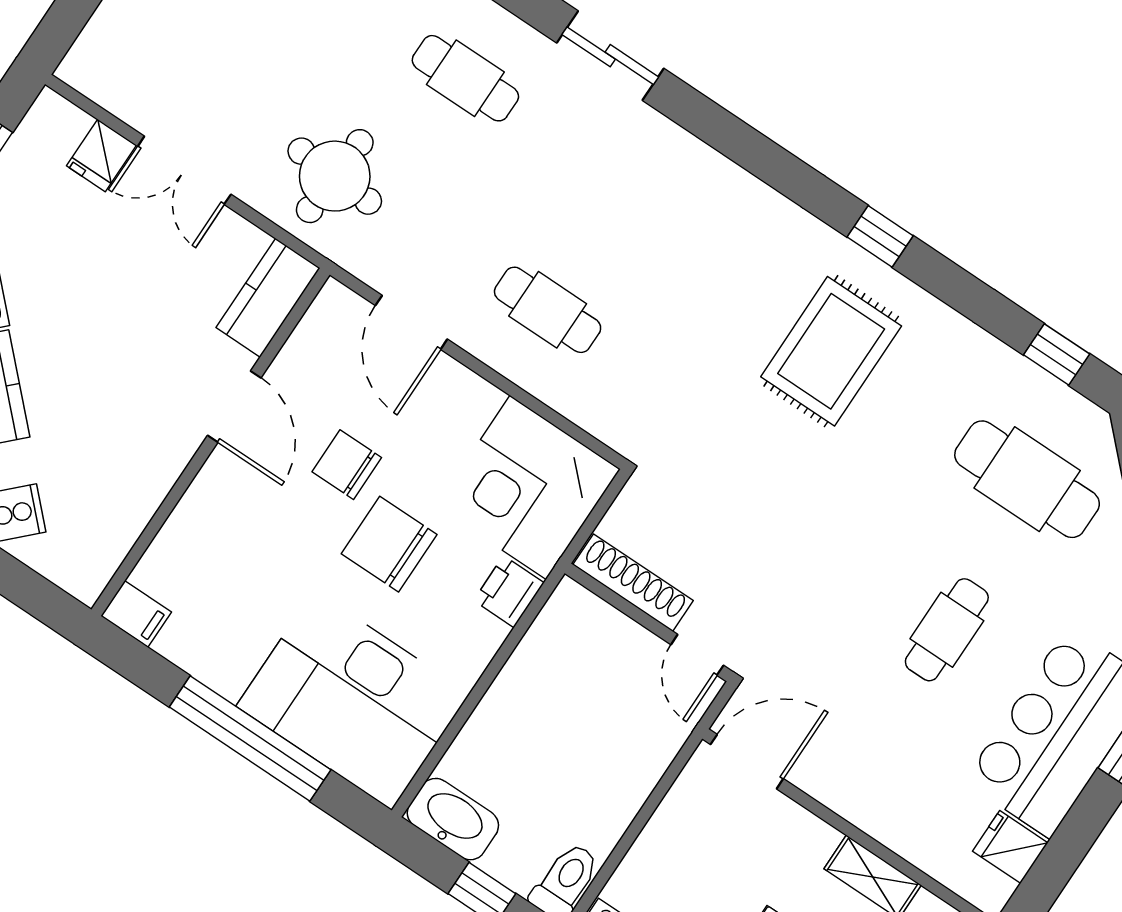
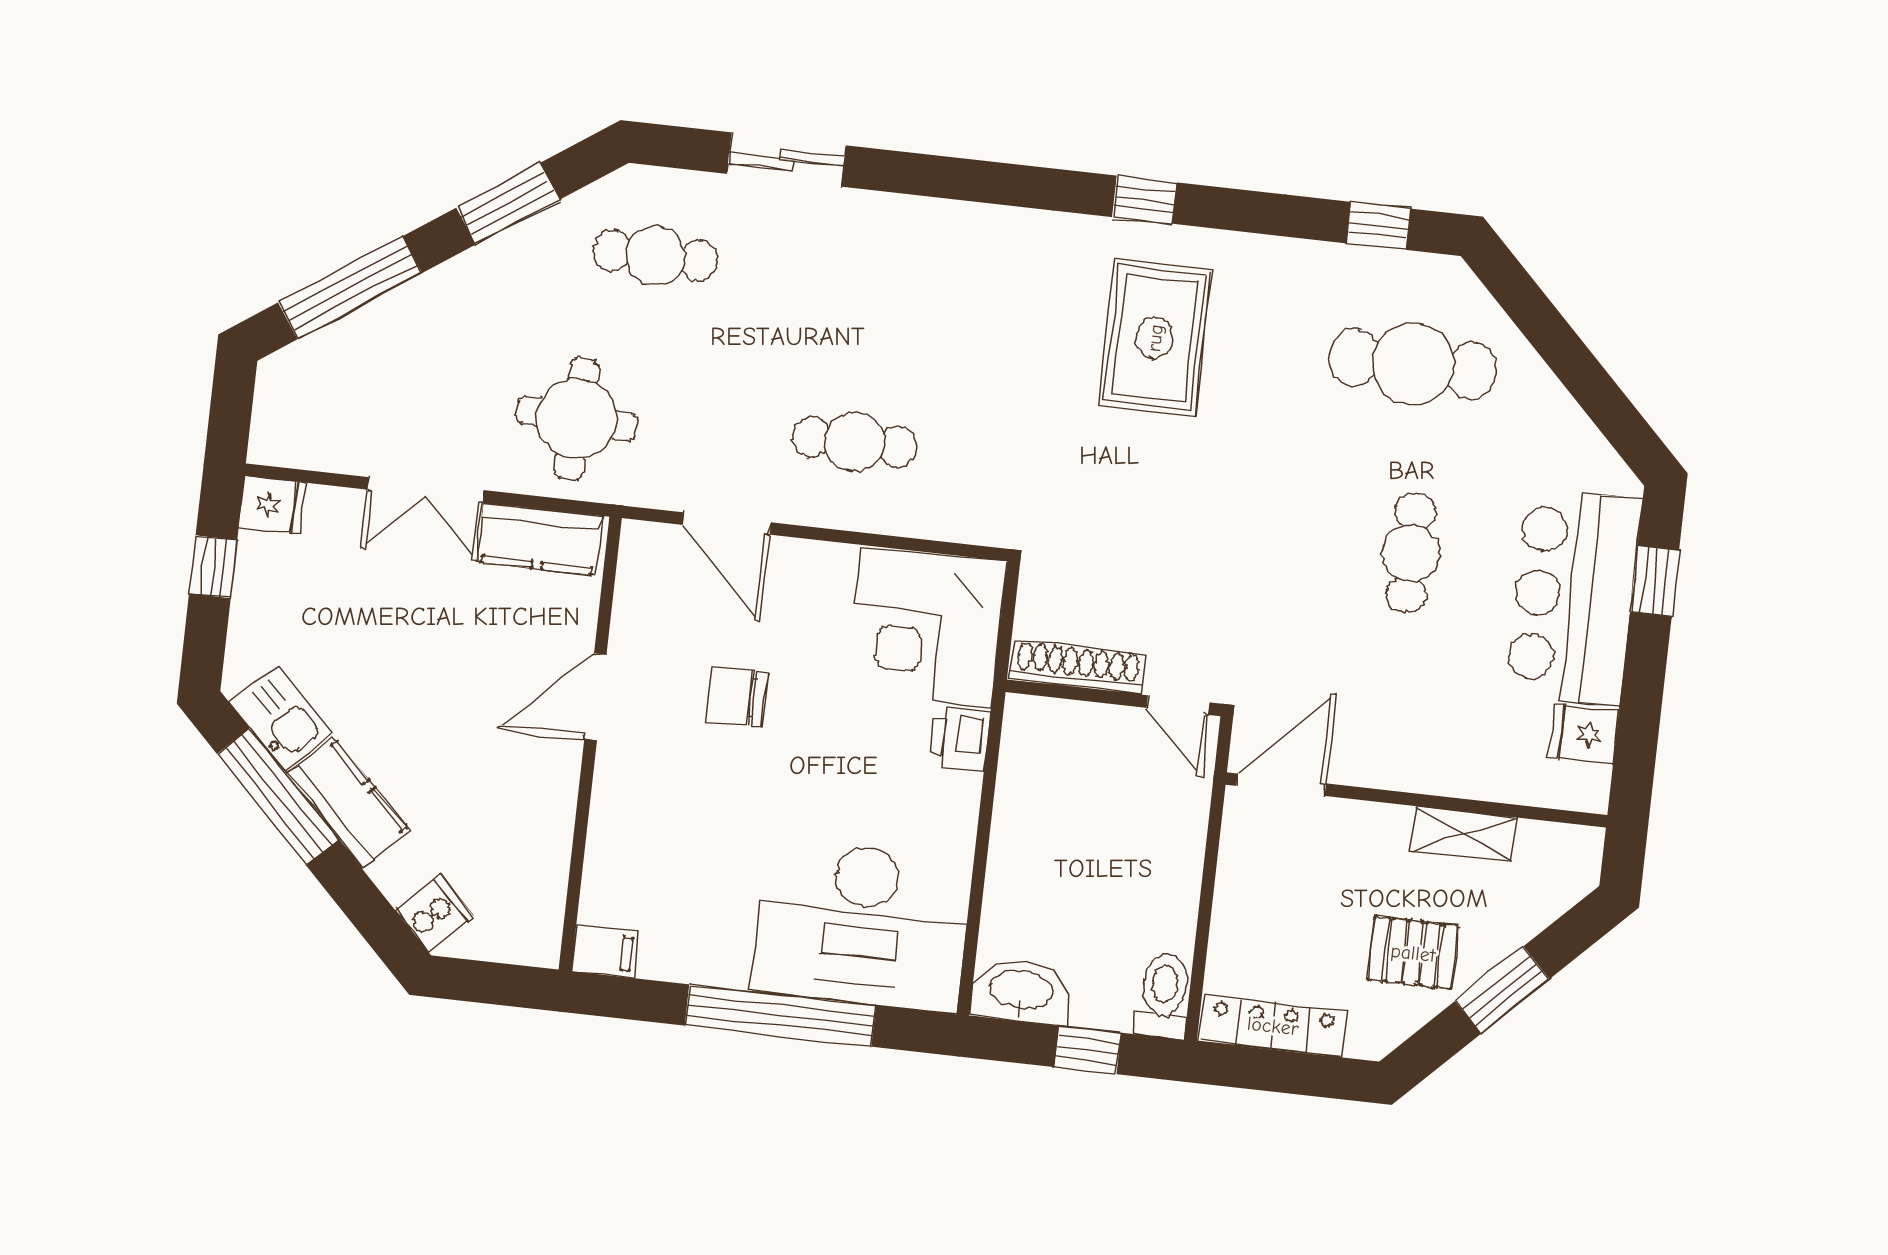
fridge: (101, 155) -> (272, 505), moved, turned -90
kitchen counter: (268, 298) -> (540, 539), moved, turned -90
door: (234, 407) -> (595, 697), swing flipped
chair: (389, 544) -> (818, 753), removed

